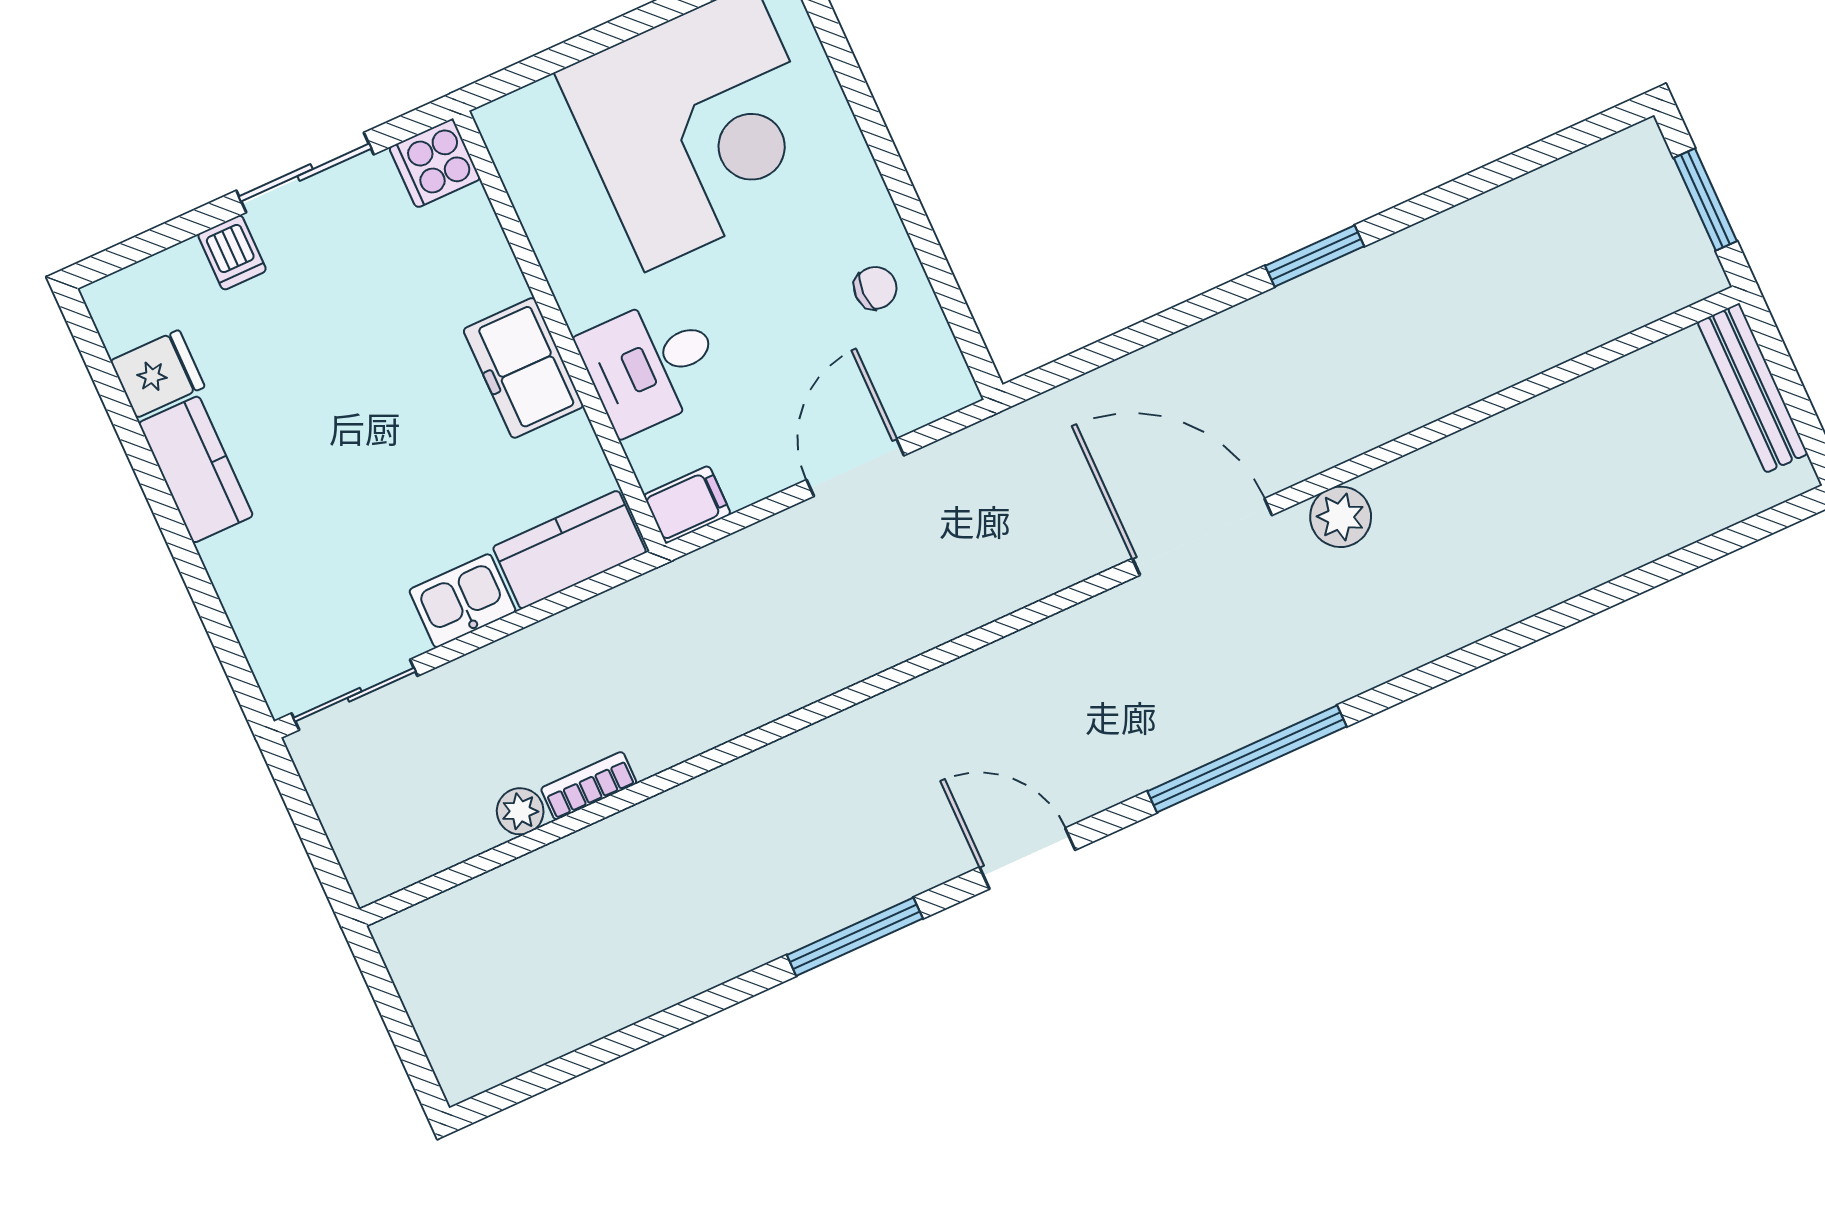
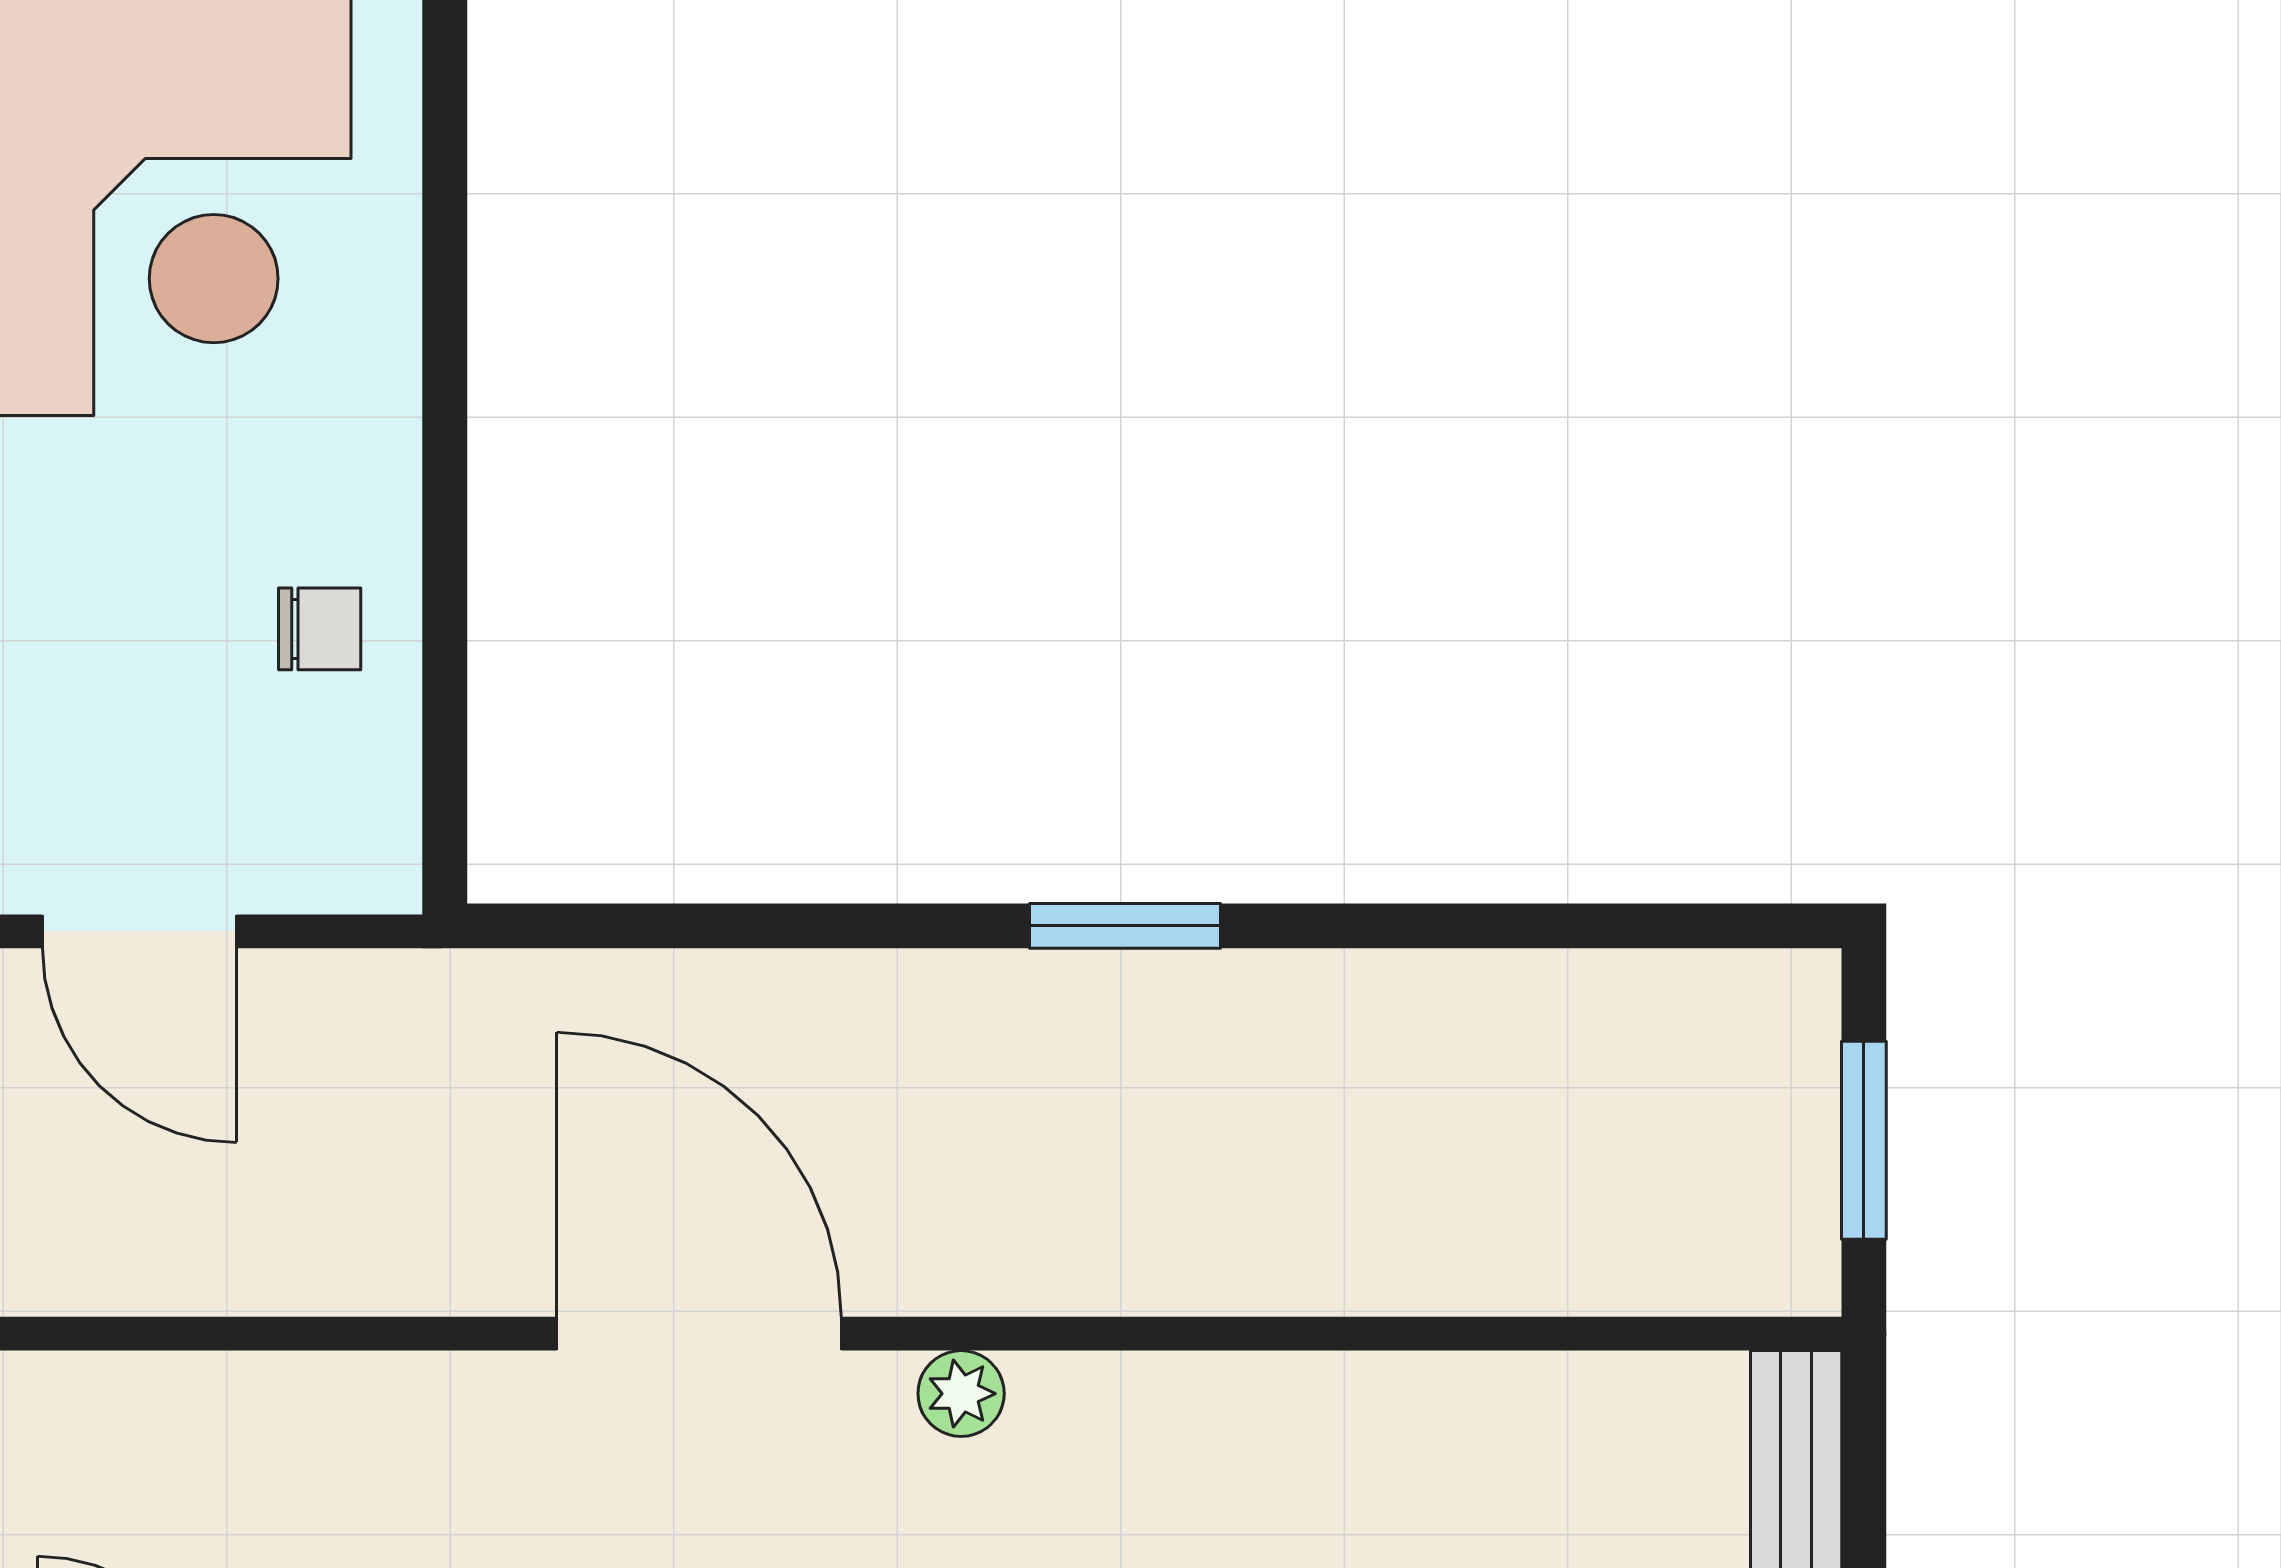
door: (855, 468) -> (139, 931), swing flipped
plant: (1341, 517) -> (961, 1394), width x0.73, depth x0.73

